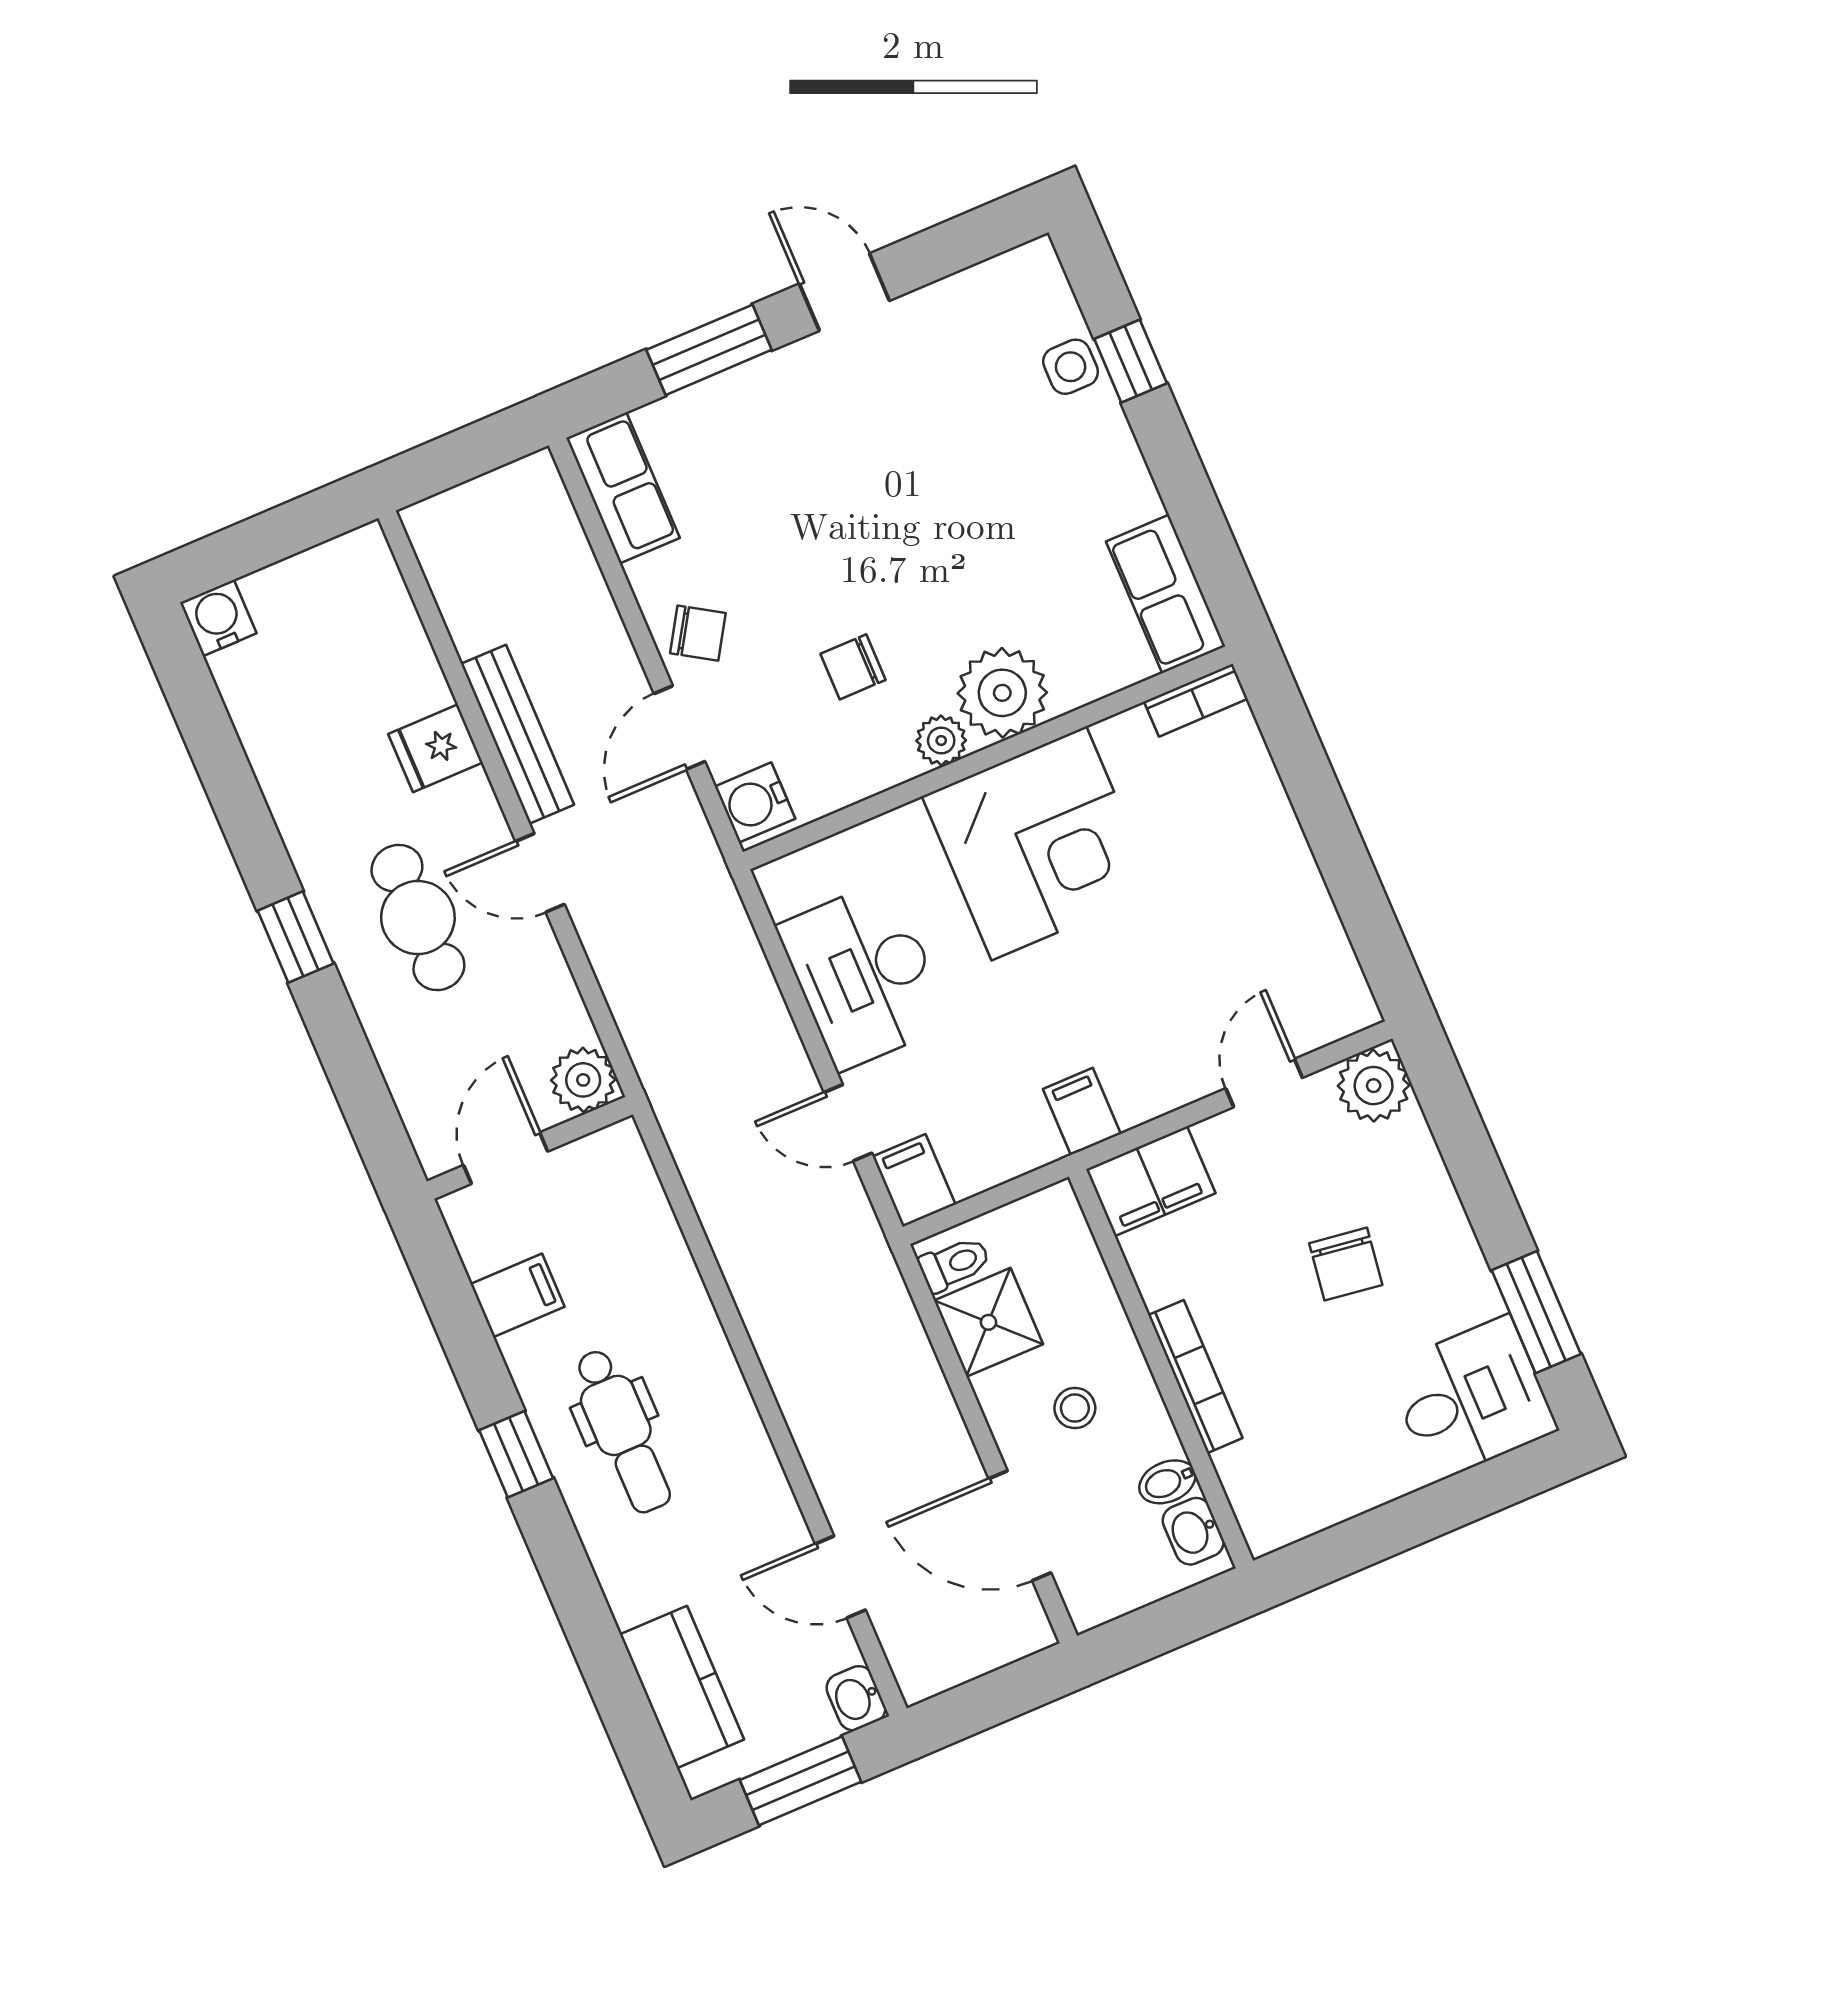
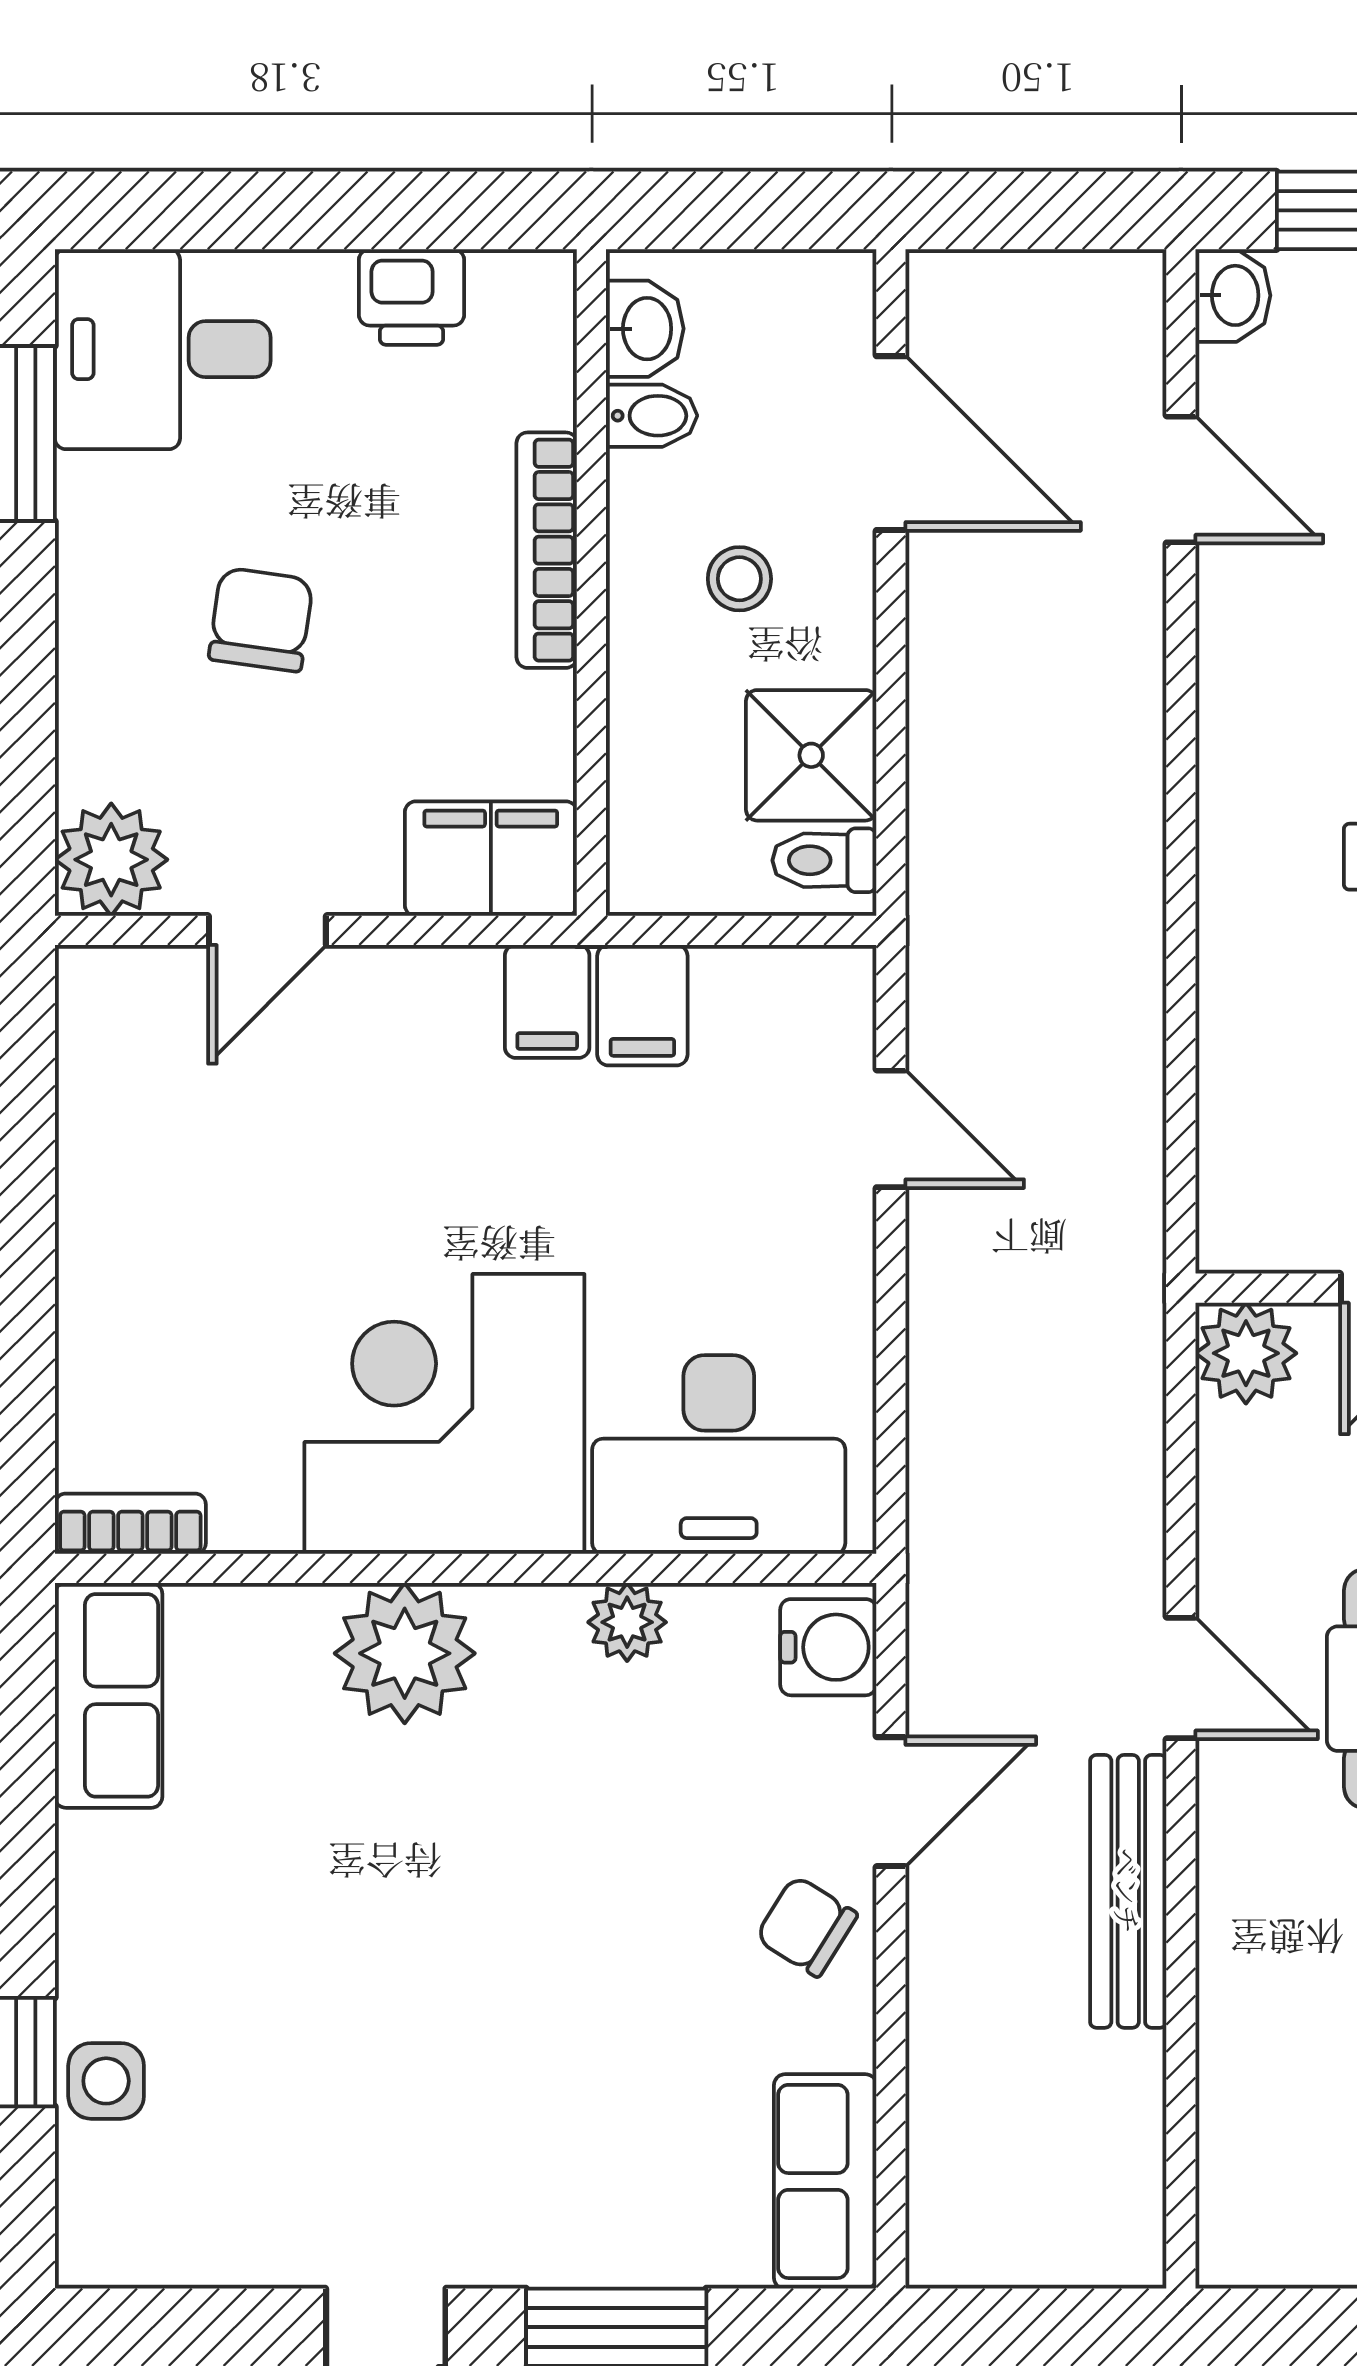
chair: (853, 667) -> (604, 1782), removed
plant: (941, 741) -> (627, 1622), moved
fridge: (436, 748) -> (1255, 1922), removed
desk: (864, 975) -> (719, 1455), moved, turned 90
filing cabinet: (914, 1180) -> (642, 1005), moved
printer: (1338, 1491) -> (411, 297), added

